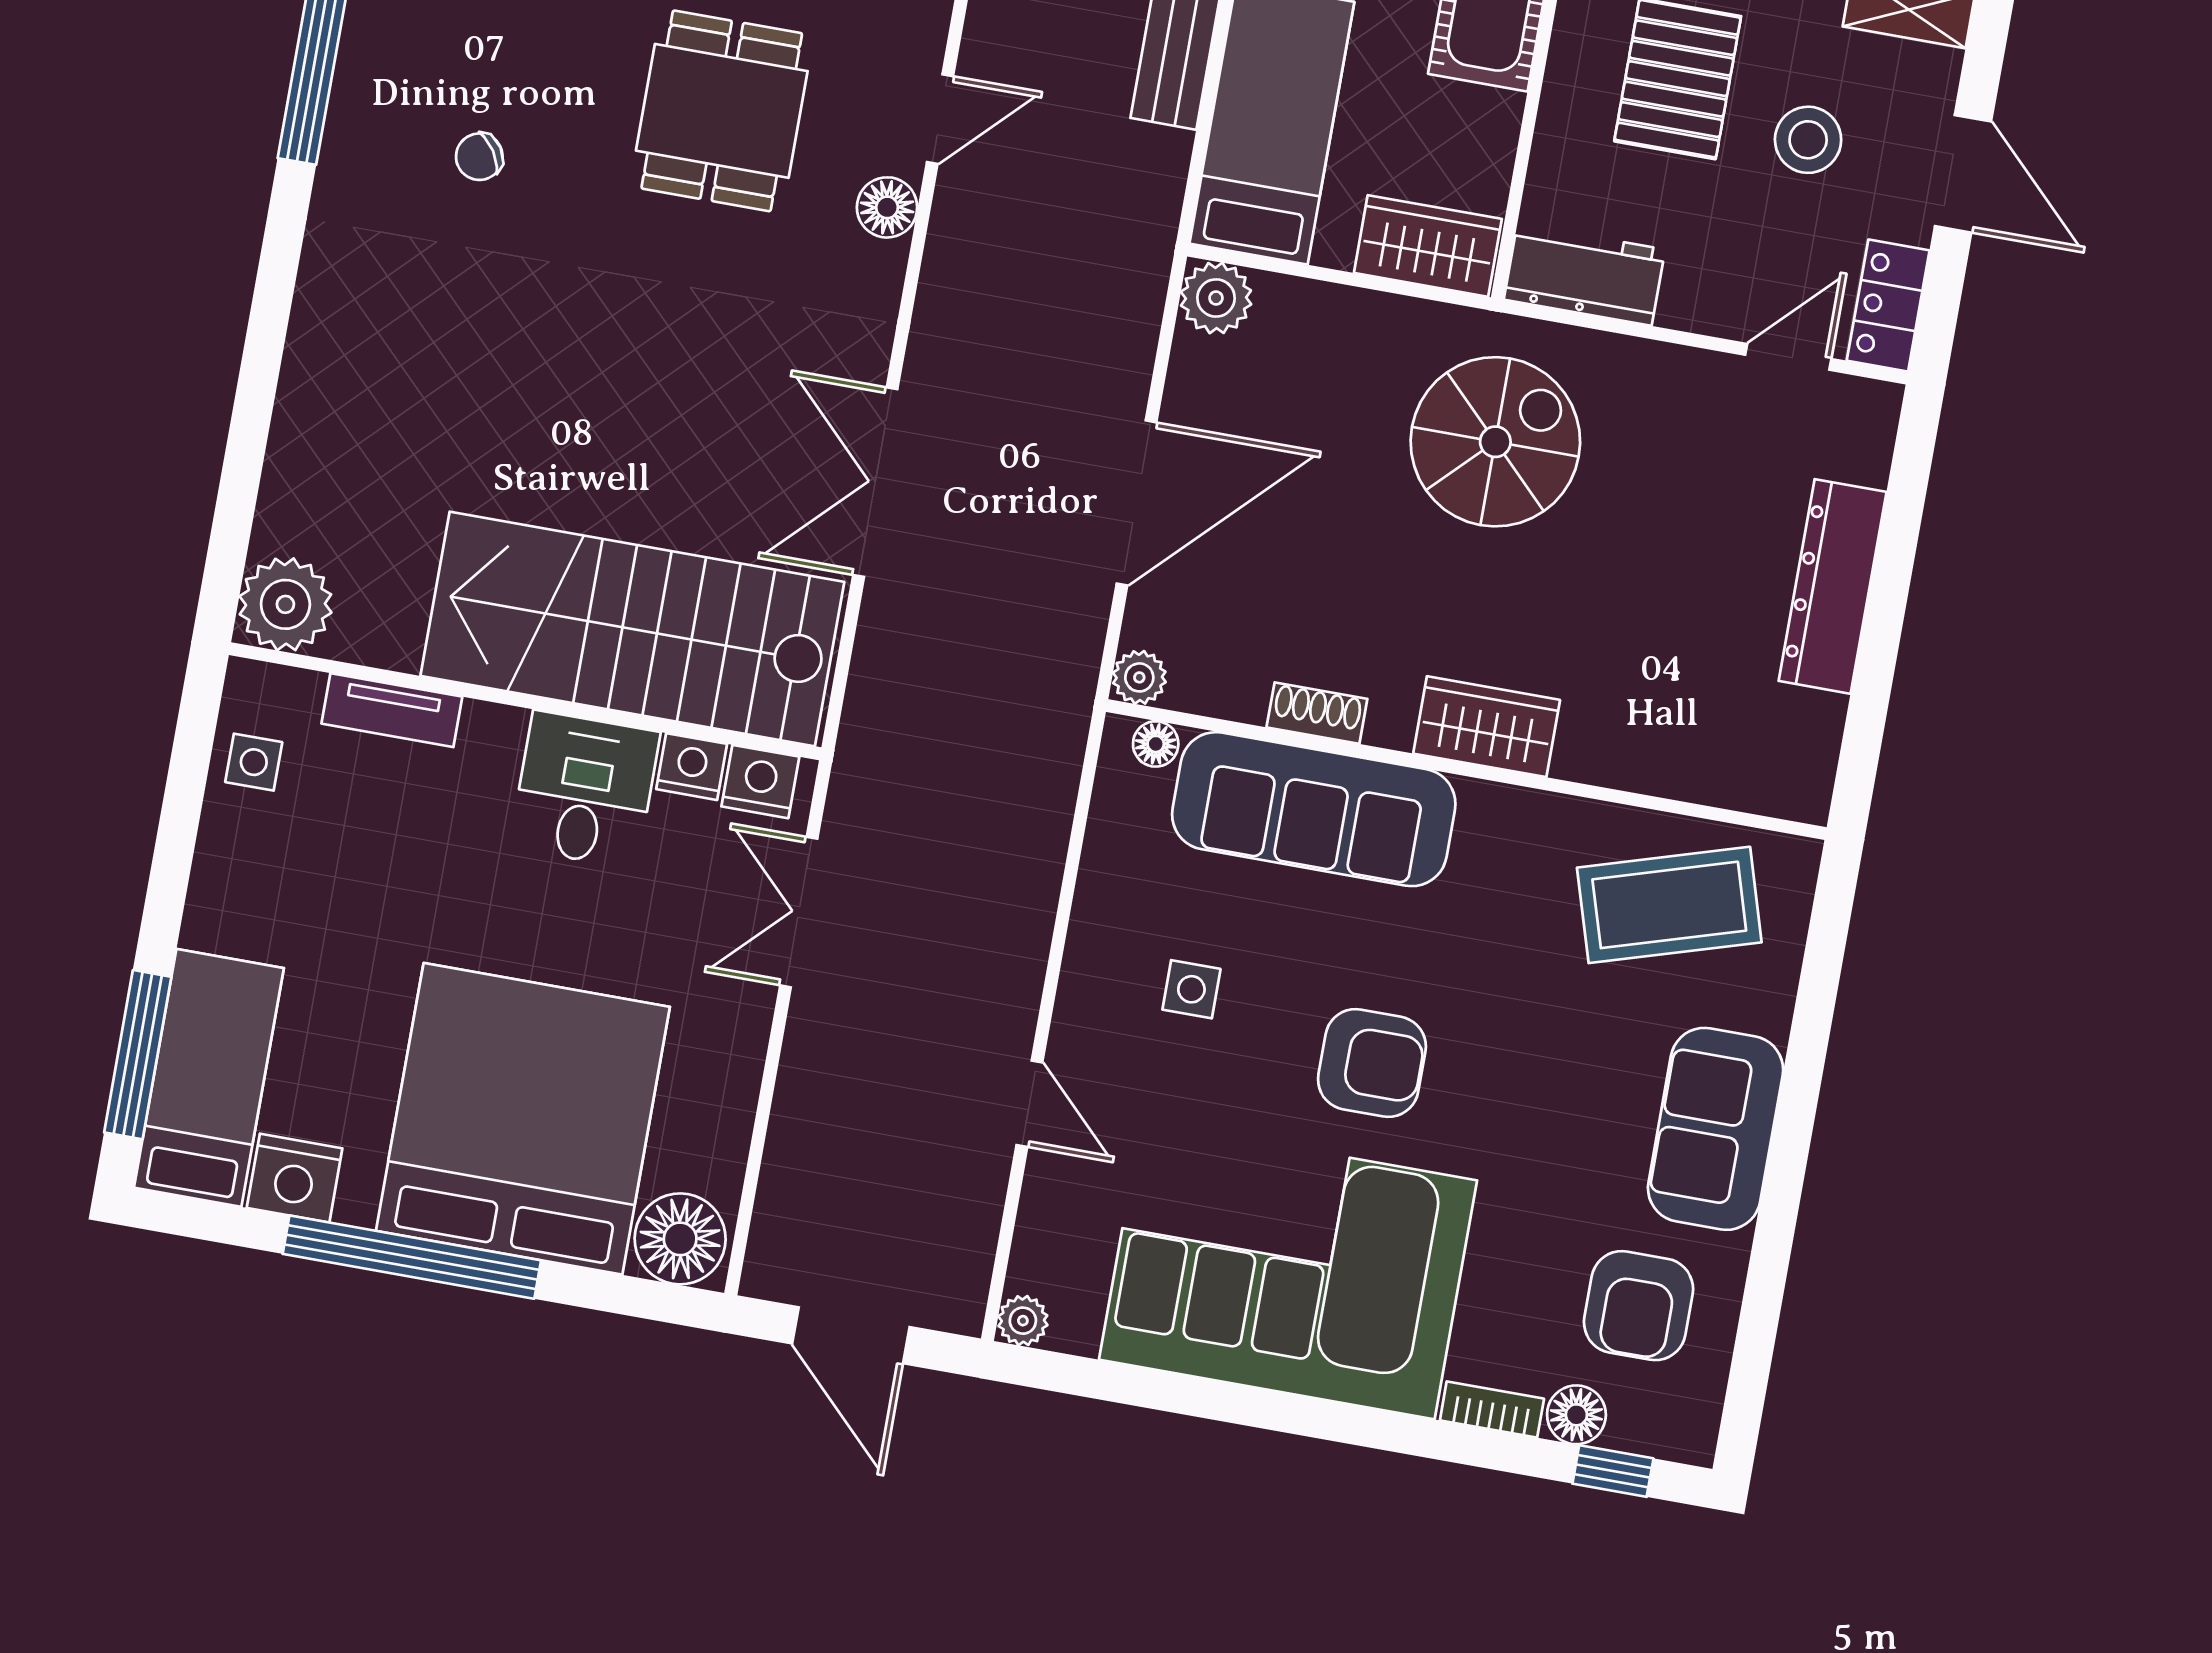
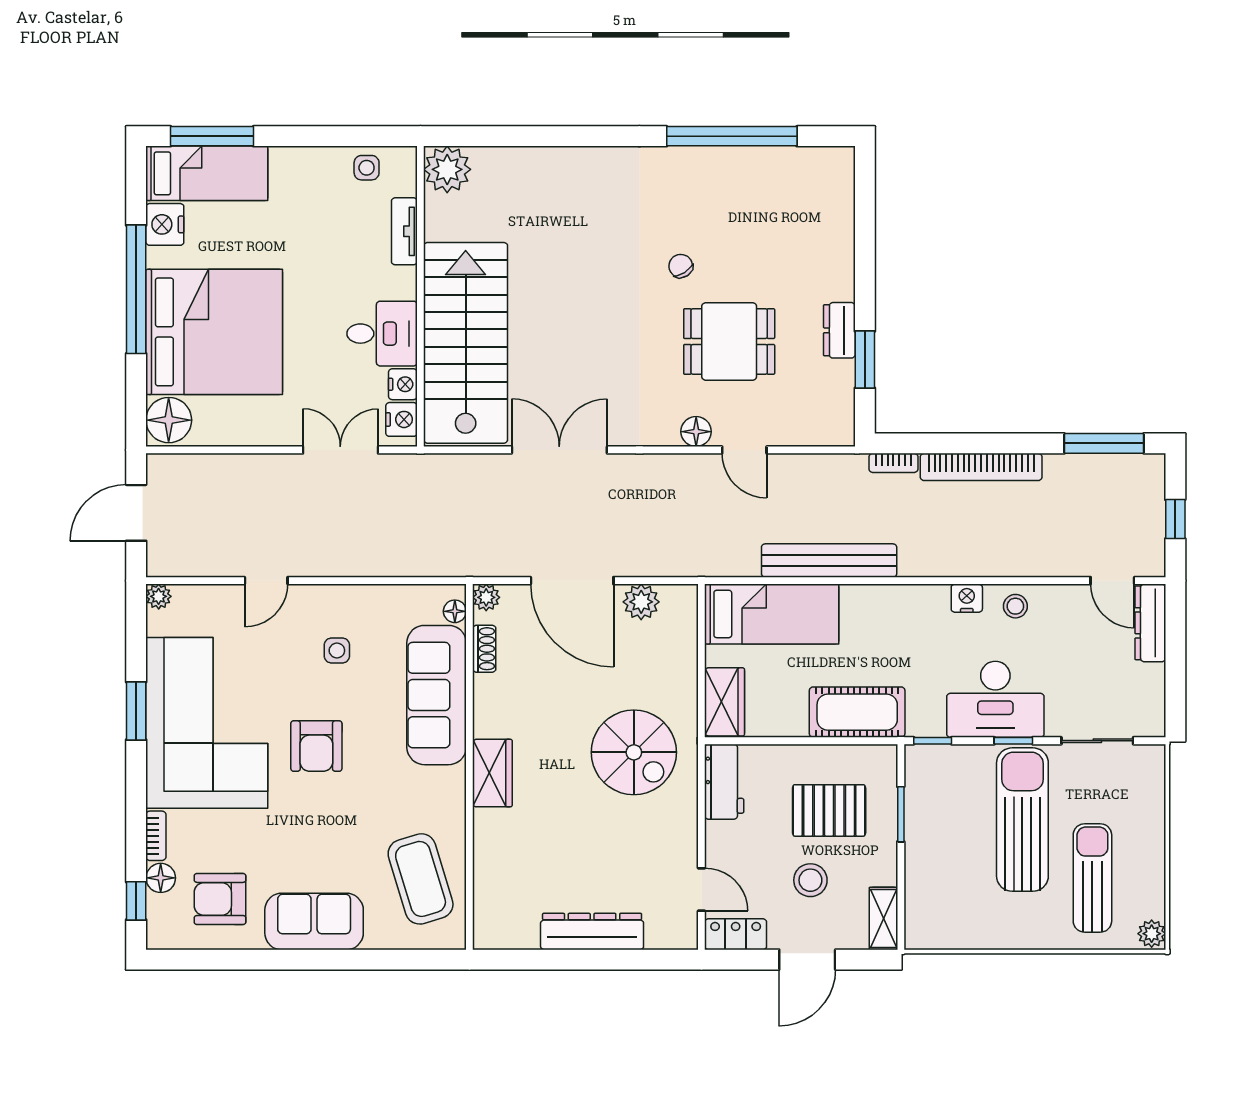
chair: (479, 157) -> (681, 266), moved
plant: (1216, 298) -> (641, 602), moved
shoe rack: (1317, 713) -> (484, 649), moved
window: (1240, 1405) -> (136, 711), added

